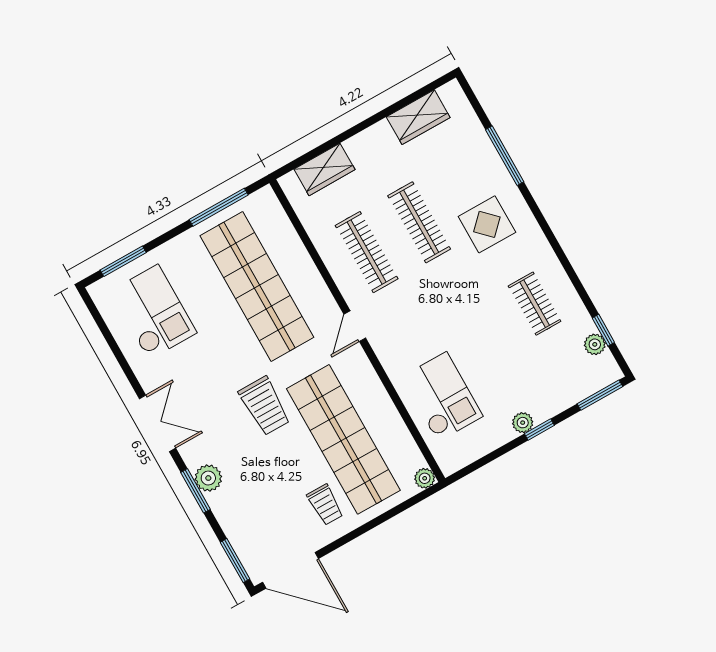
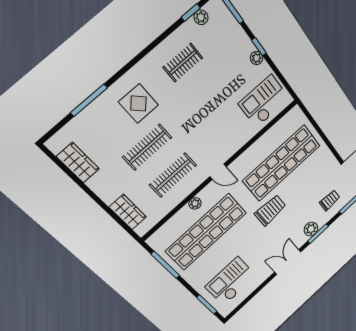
checkout: (442, 397) -> (264, 101), moved
plant: (425, 478) -> (195, 203), moved
trolley: (325, 505) -> (330, 200), moved

